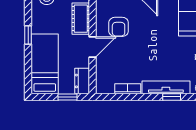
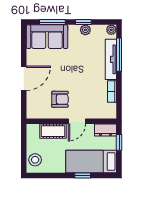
window: (28, 35) -> (83, 176), moved
door: (92, 47) -> (77, 121), swing flipped
window: (172, 97) -> (119, 55), width x2.17

